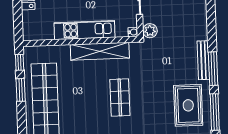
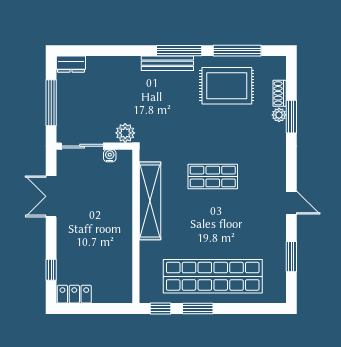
kitchen unit: (84, 30) -> (121, 220), removed
water cooler: (133, 32) -> (110, 156), moved

